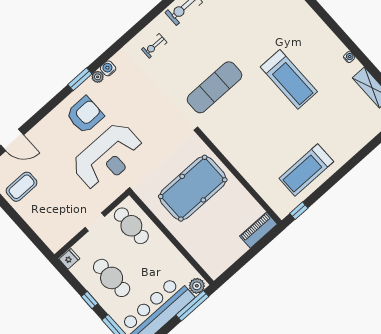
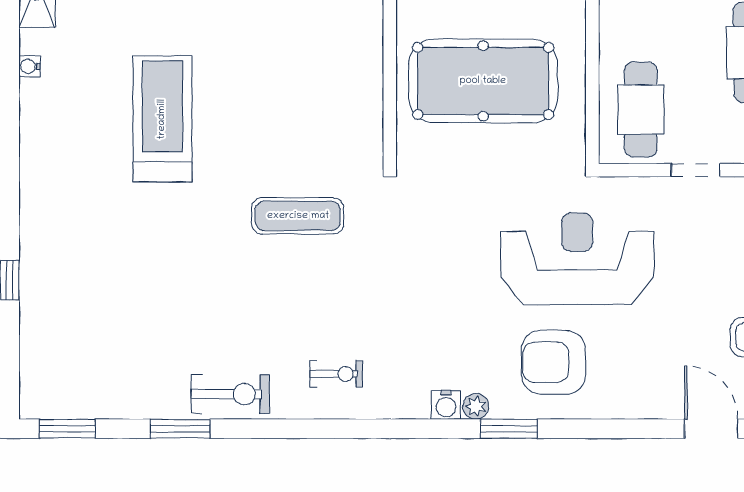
exercise mat: (214, 87) -> (298, 216), width x0.73, depth x0.69

